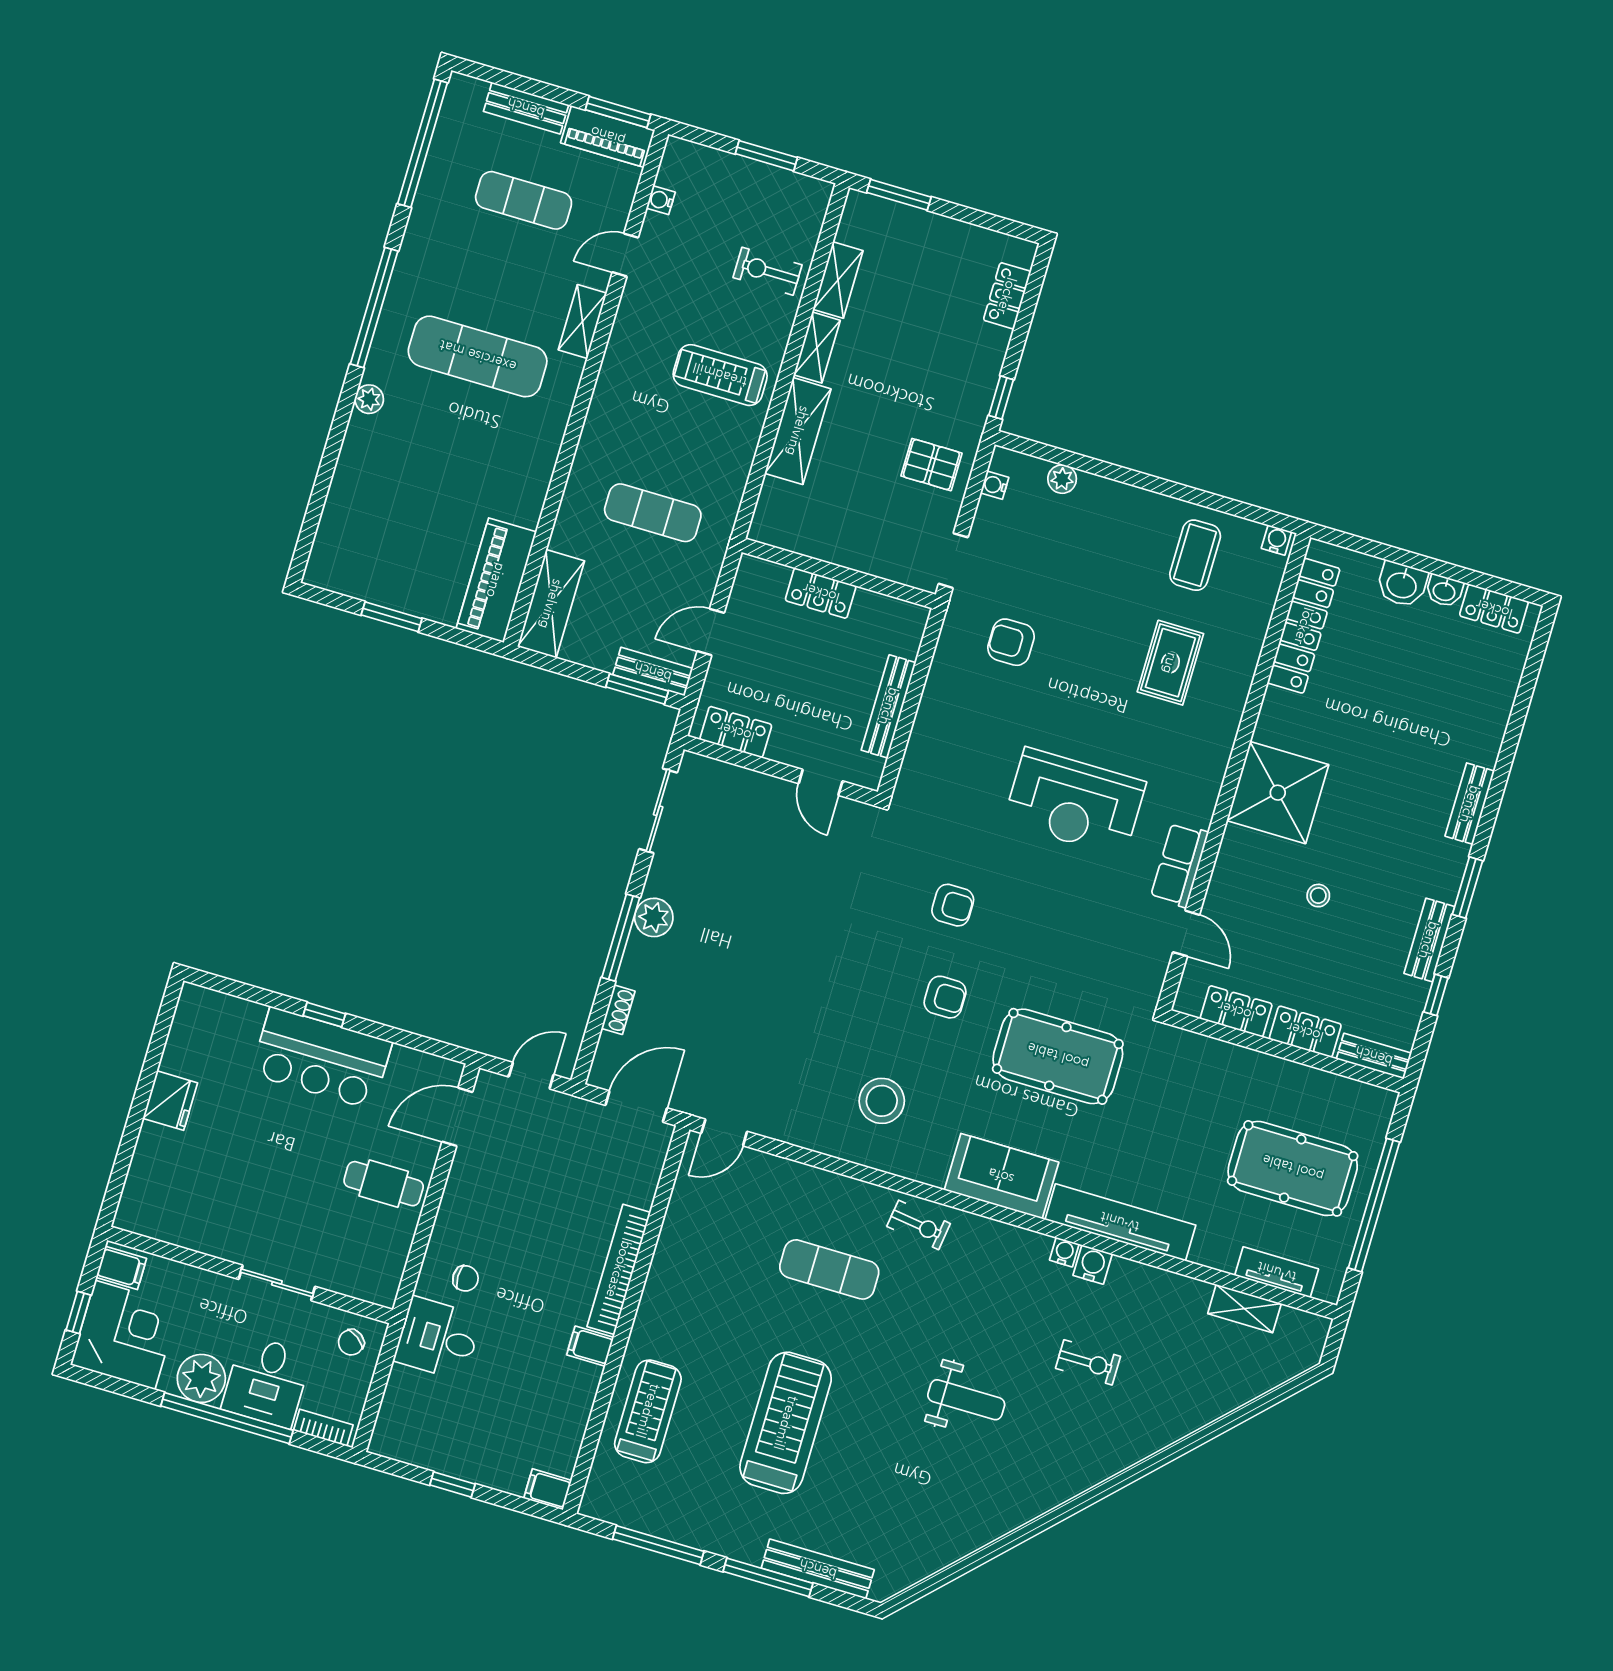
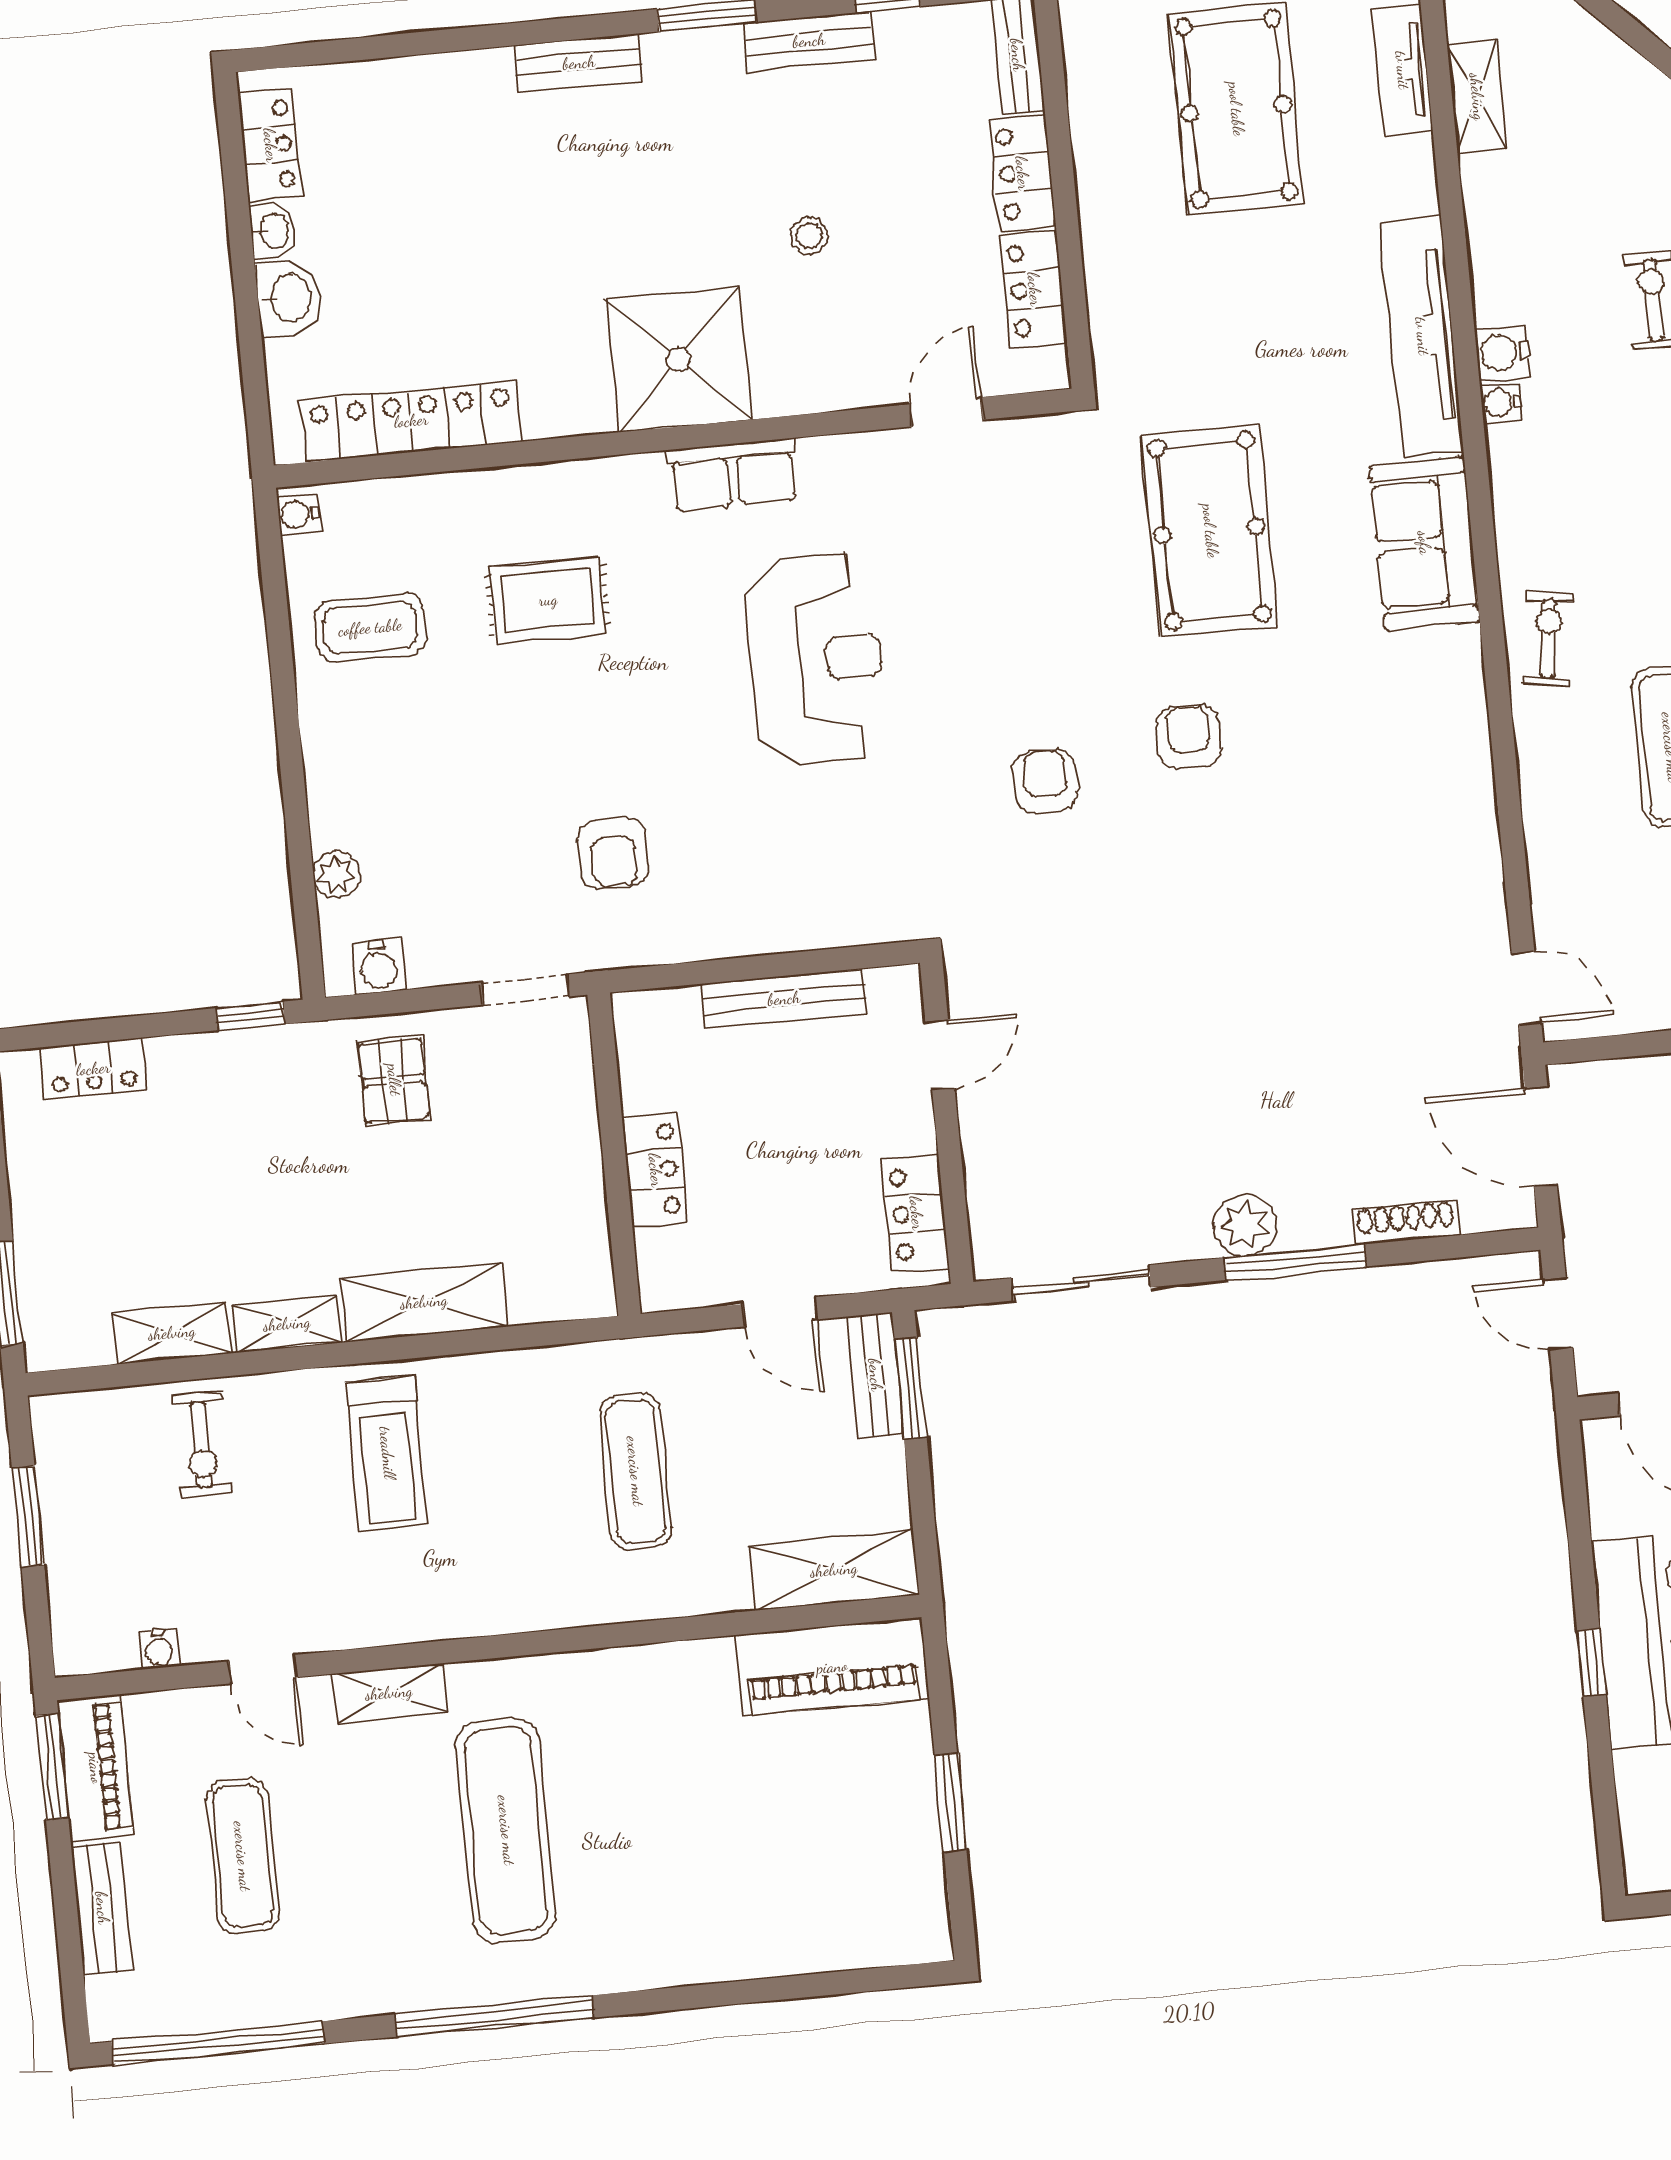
plant: (369, 399) -> (636, 1968), removed
water cooler: (995, 485) -> (379, 966), width x1.38, depth x1.38
row of seats: (1179, 865) -> (733, 475), moved
shoe rack: (618, 1010) -> (1406, 1222), width x1.43
stool: (882, 1101) -> (1383, 770), removed

